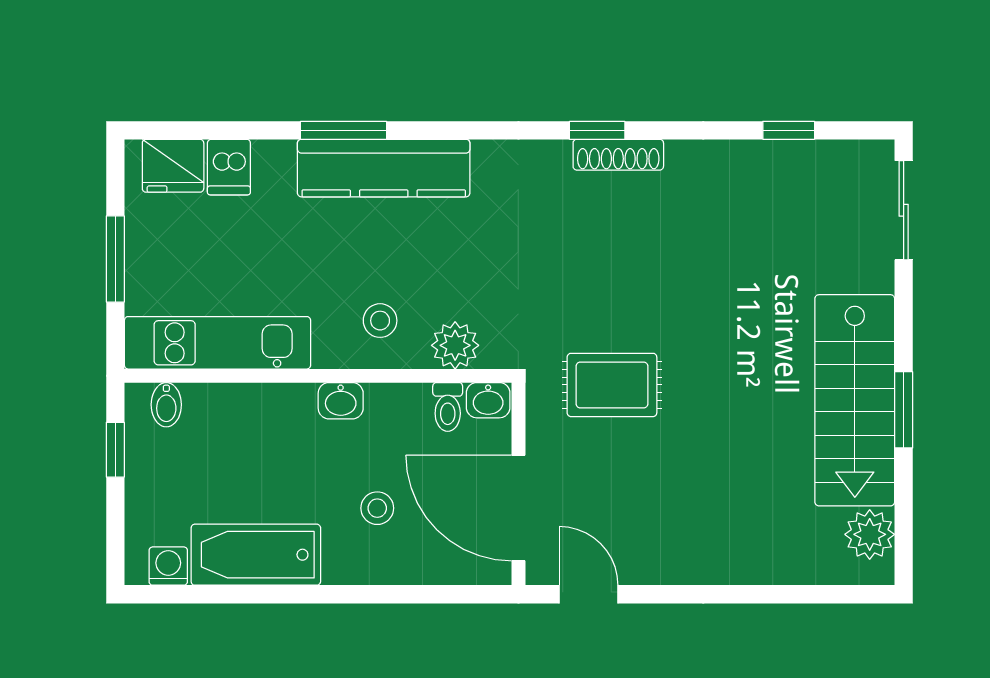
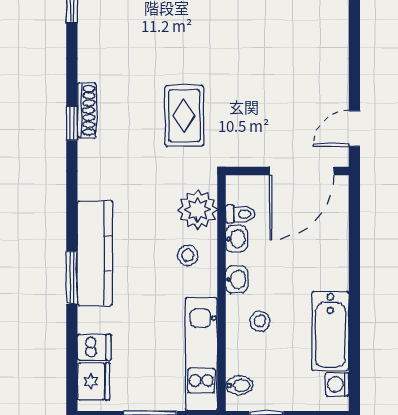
plant: (455, 345) -> (198, 210), width x1.36, depth x1.36
rug: (612, 385) -> (184, 116), moved
washbasin: (488, 400) -> (236, 239), moved
stool: (377, 508) -> (260, 321), moved

